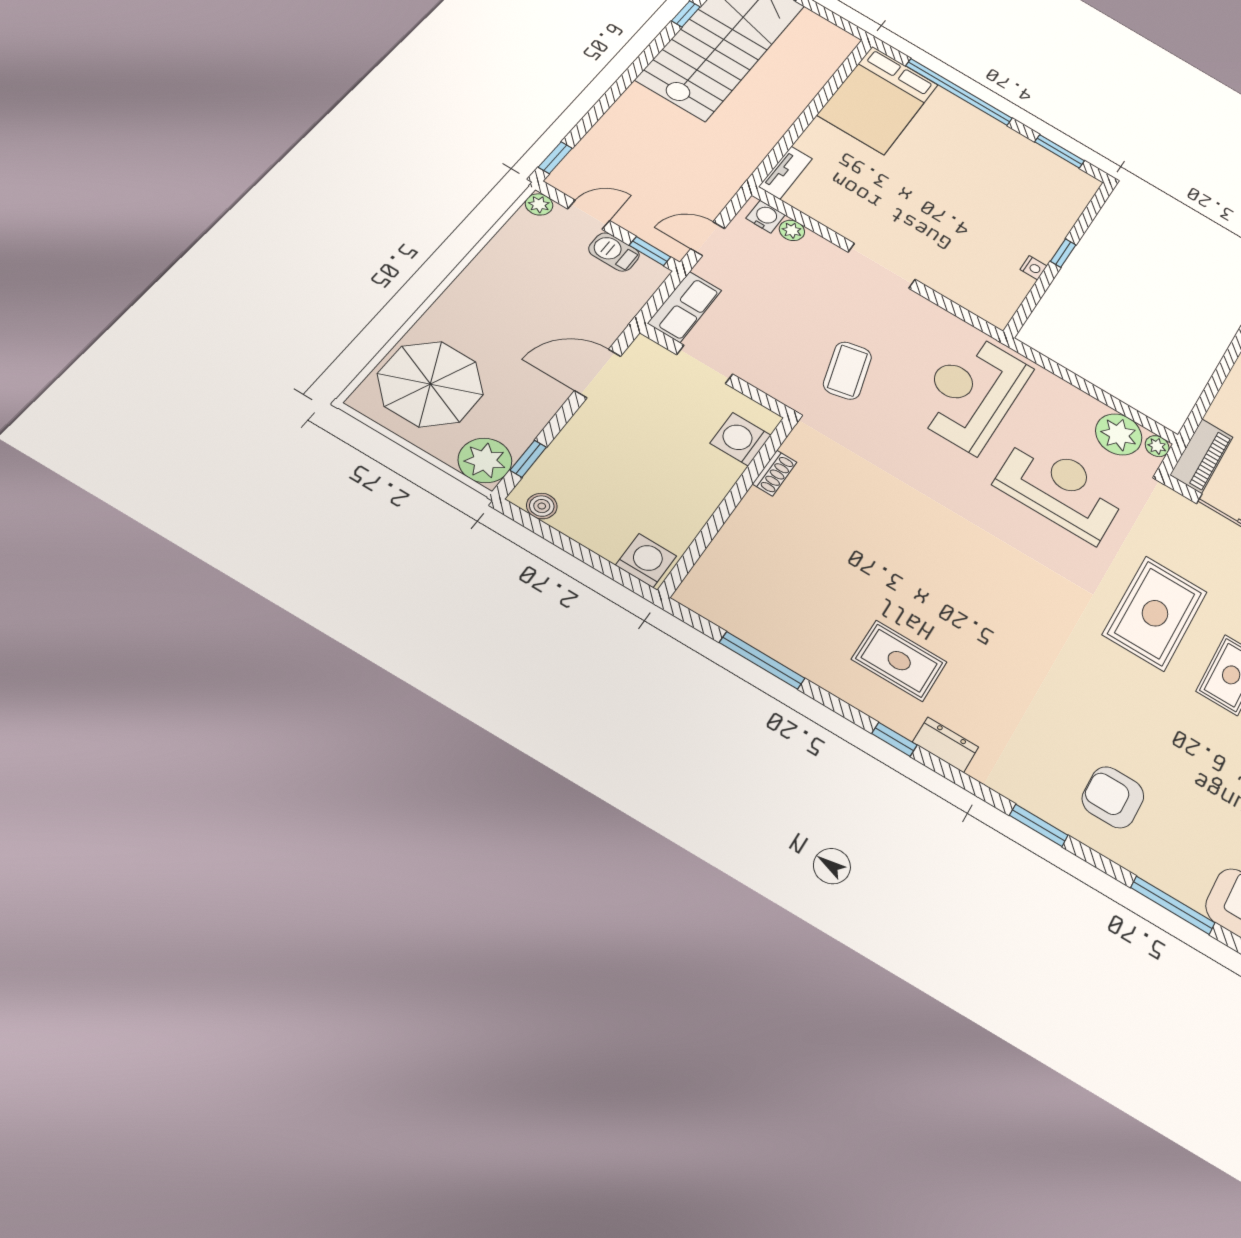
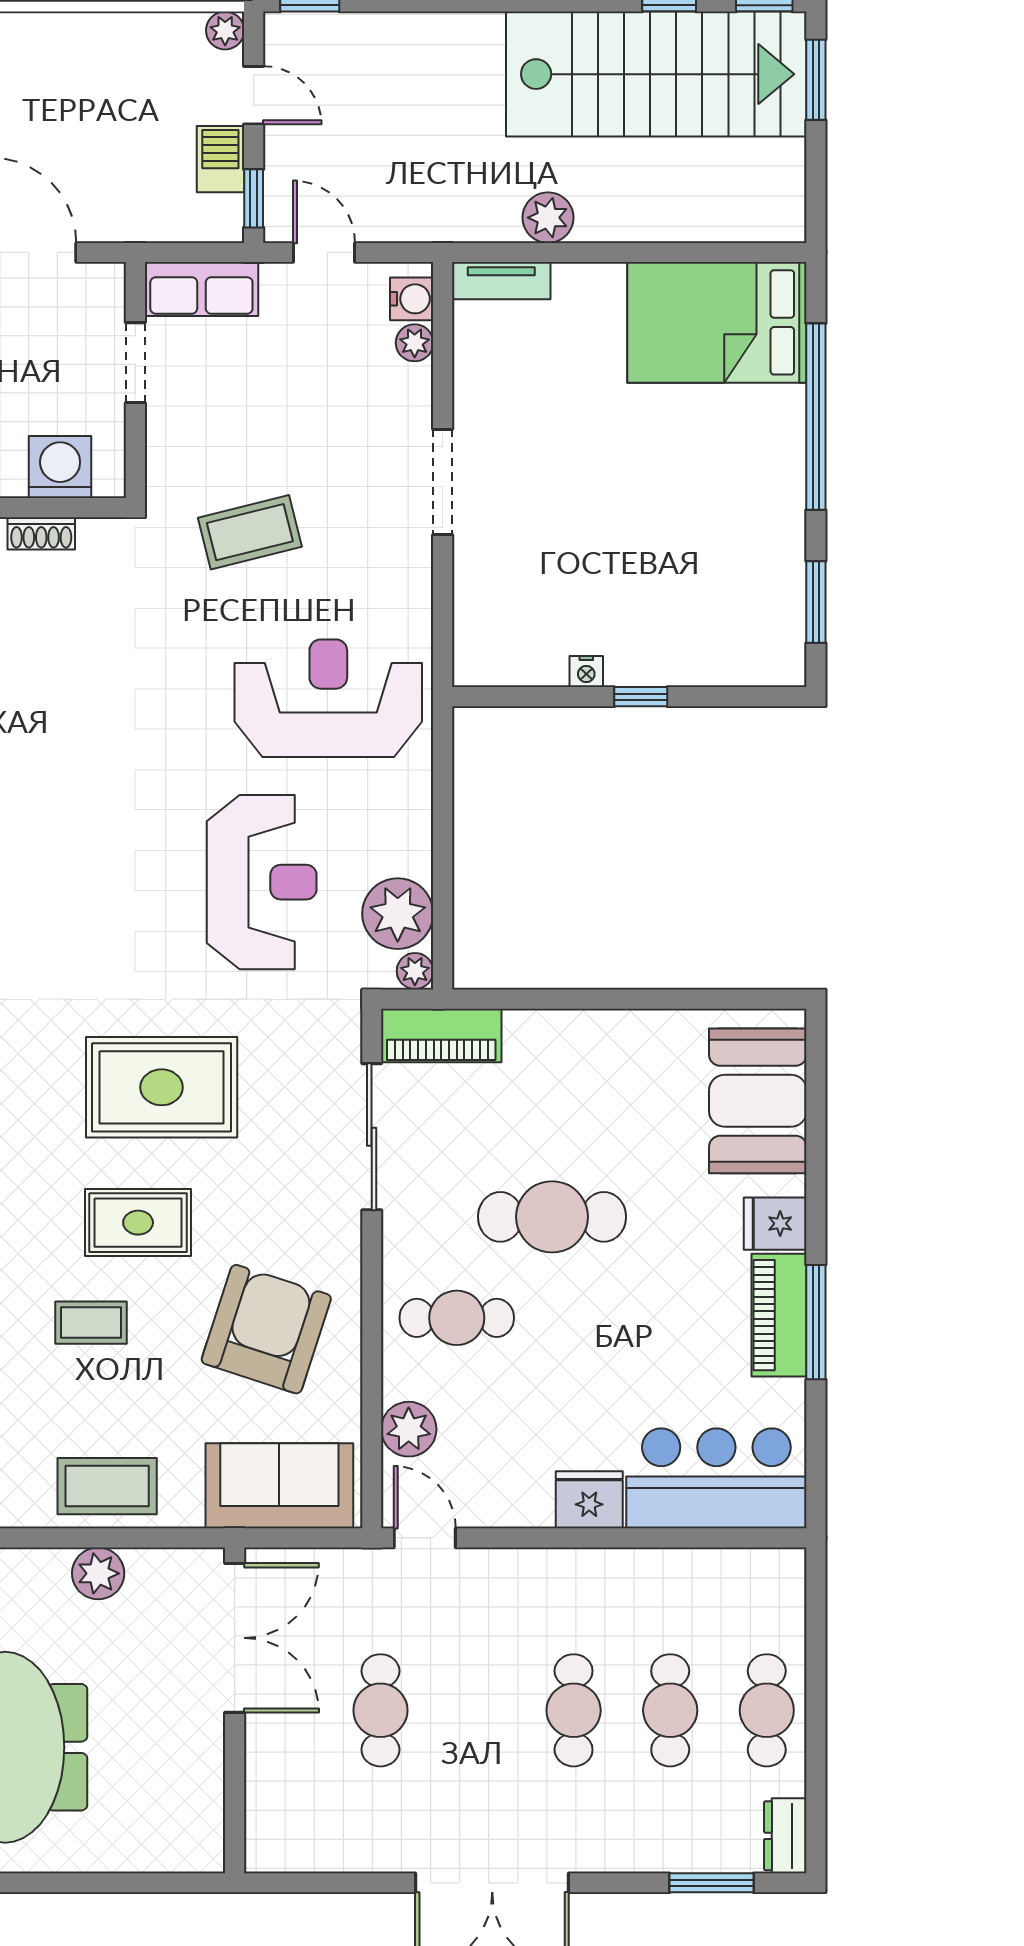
plant: (765, 132) -> (548, 218), added

